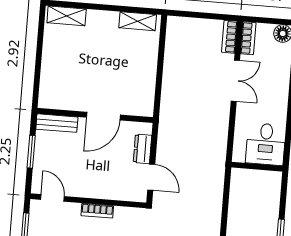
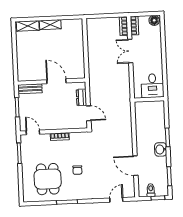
shelving: (138, 21) -> (50, 25), moved
double door: (235, 81) -> (130, 51), swing flipped
door: (103, 116) -> (56, 81), swing flipped

